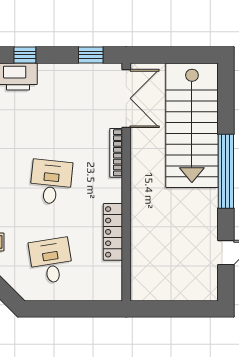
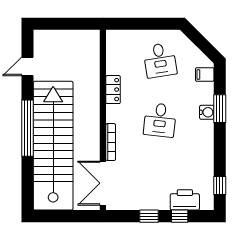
window: (91, 55) -> (149, 216), moved
stairs: (192, 125) -> (53, 146), width x1.36
locker: (113, 232) -> (113, 90), width x0.66

